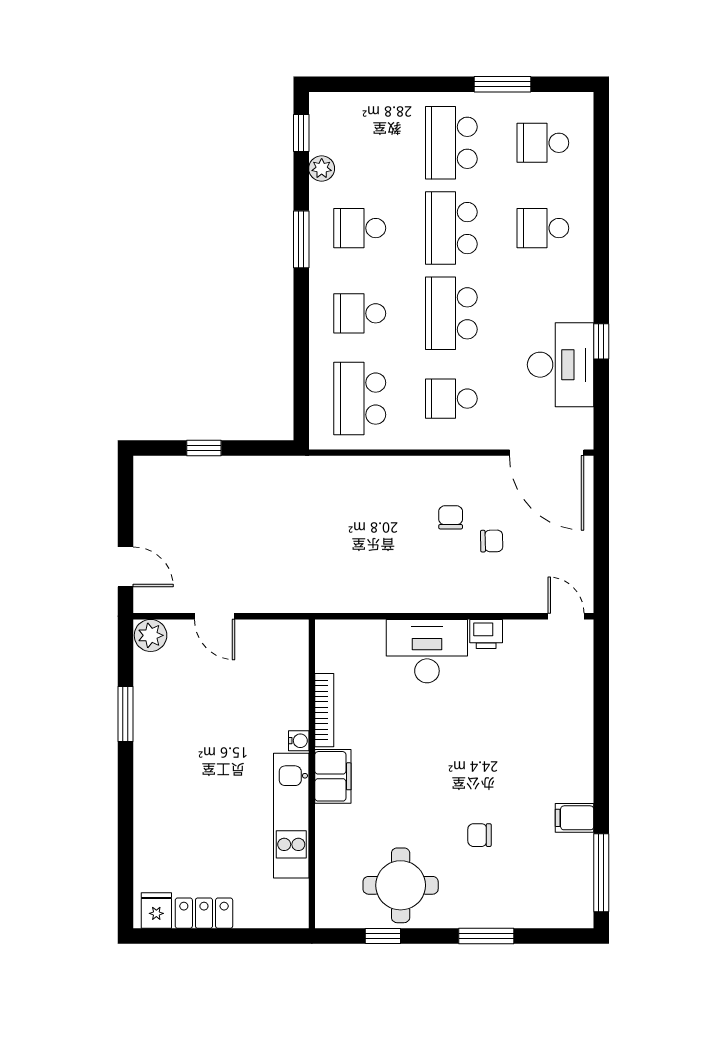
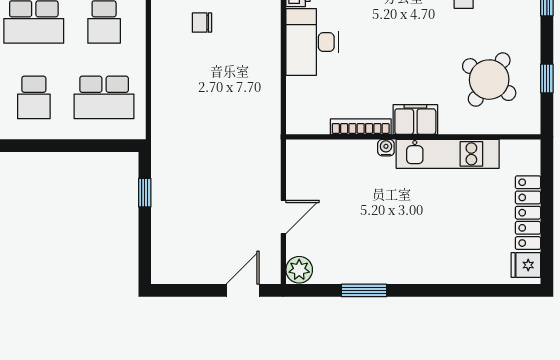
window: (204, 448) -> (145, 193), moved
round table: (401, 885) -> (489, 80), moved, turned 35
locker: (204, 913) -> (528, 213), width x1.53

